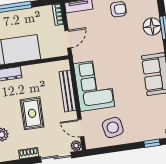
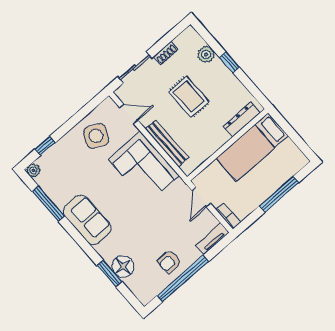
side table: (113, 127) -> (96, 136), turned 37
plant: (76, 146) -> (122, 93), removed

